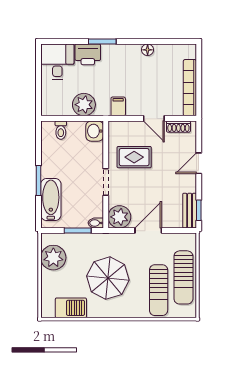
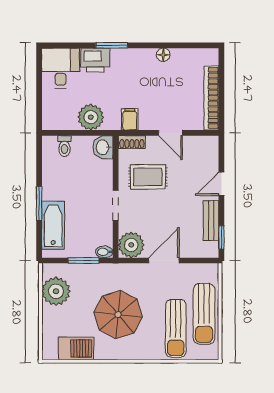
shoe rack: (178, 127) -> (132, 142), moved
bench: (190, 211) -> (211, 220), moved

